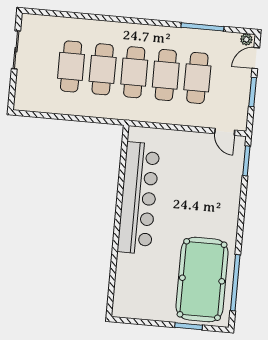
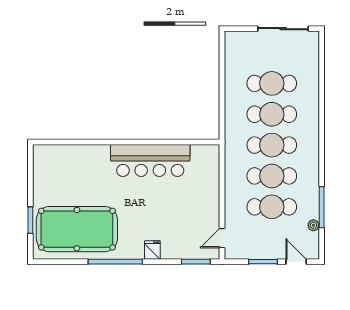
plant: (246, 39) -> (313, 225), moved
sliding door: (16, 50) -> (283, 29), width x1.37
bar counter: (139, 198) -> (150, 160), width x0.73
fridge: (230, 204) -> (152, 250), added
window: (235, 283) -> (115, 262), moved

